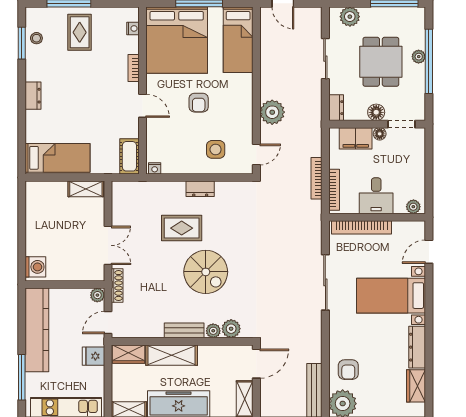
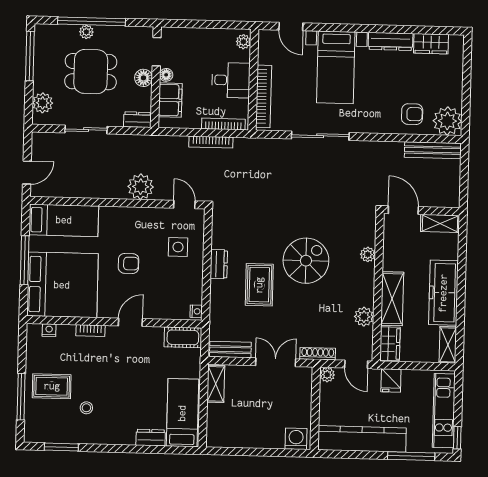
stool: (36, 38) -> (86, 408), moved
dresser: (33, 96) -> (151, 438), moved
plant: (231, 329) -> (364, 317), moved
bench: (184, 330) -> (230, 350), moved, turned 90

